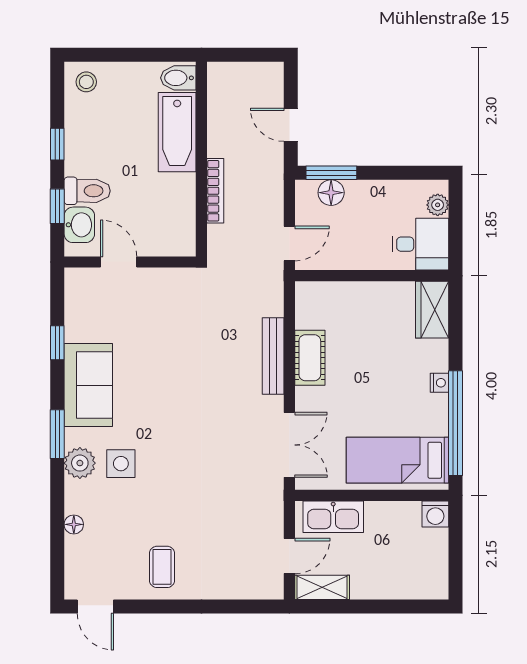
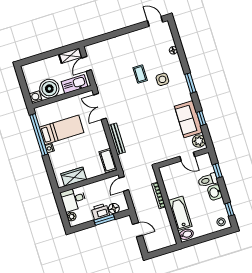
window: (57, 144) -> (229, 209), moved
window: (331, 173) -> (104, 220), moved
printer: (366, 196) -> (100, 211), added
washbasin: (79, 225) -> (215, 192), moved
wardrobe: (432, 310) -> (74, 177), moved, turned -90
cot: (310, 358) -> (108, 161), moved
sofa: (88, 385) -> (188, 119), moved
bed: (397, 460) -> (62, 130), moved
plant: (80, 463) -> (199, 141), moved
boiler: (396, 525) -> (49, 89), added
coffee table: (162, 567) -> (140, 74), moved

